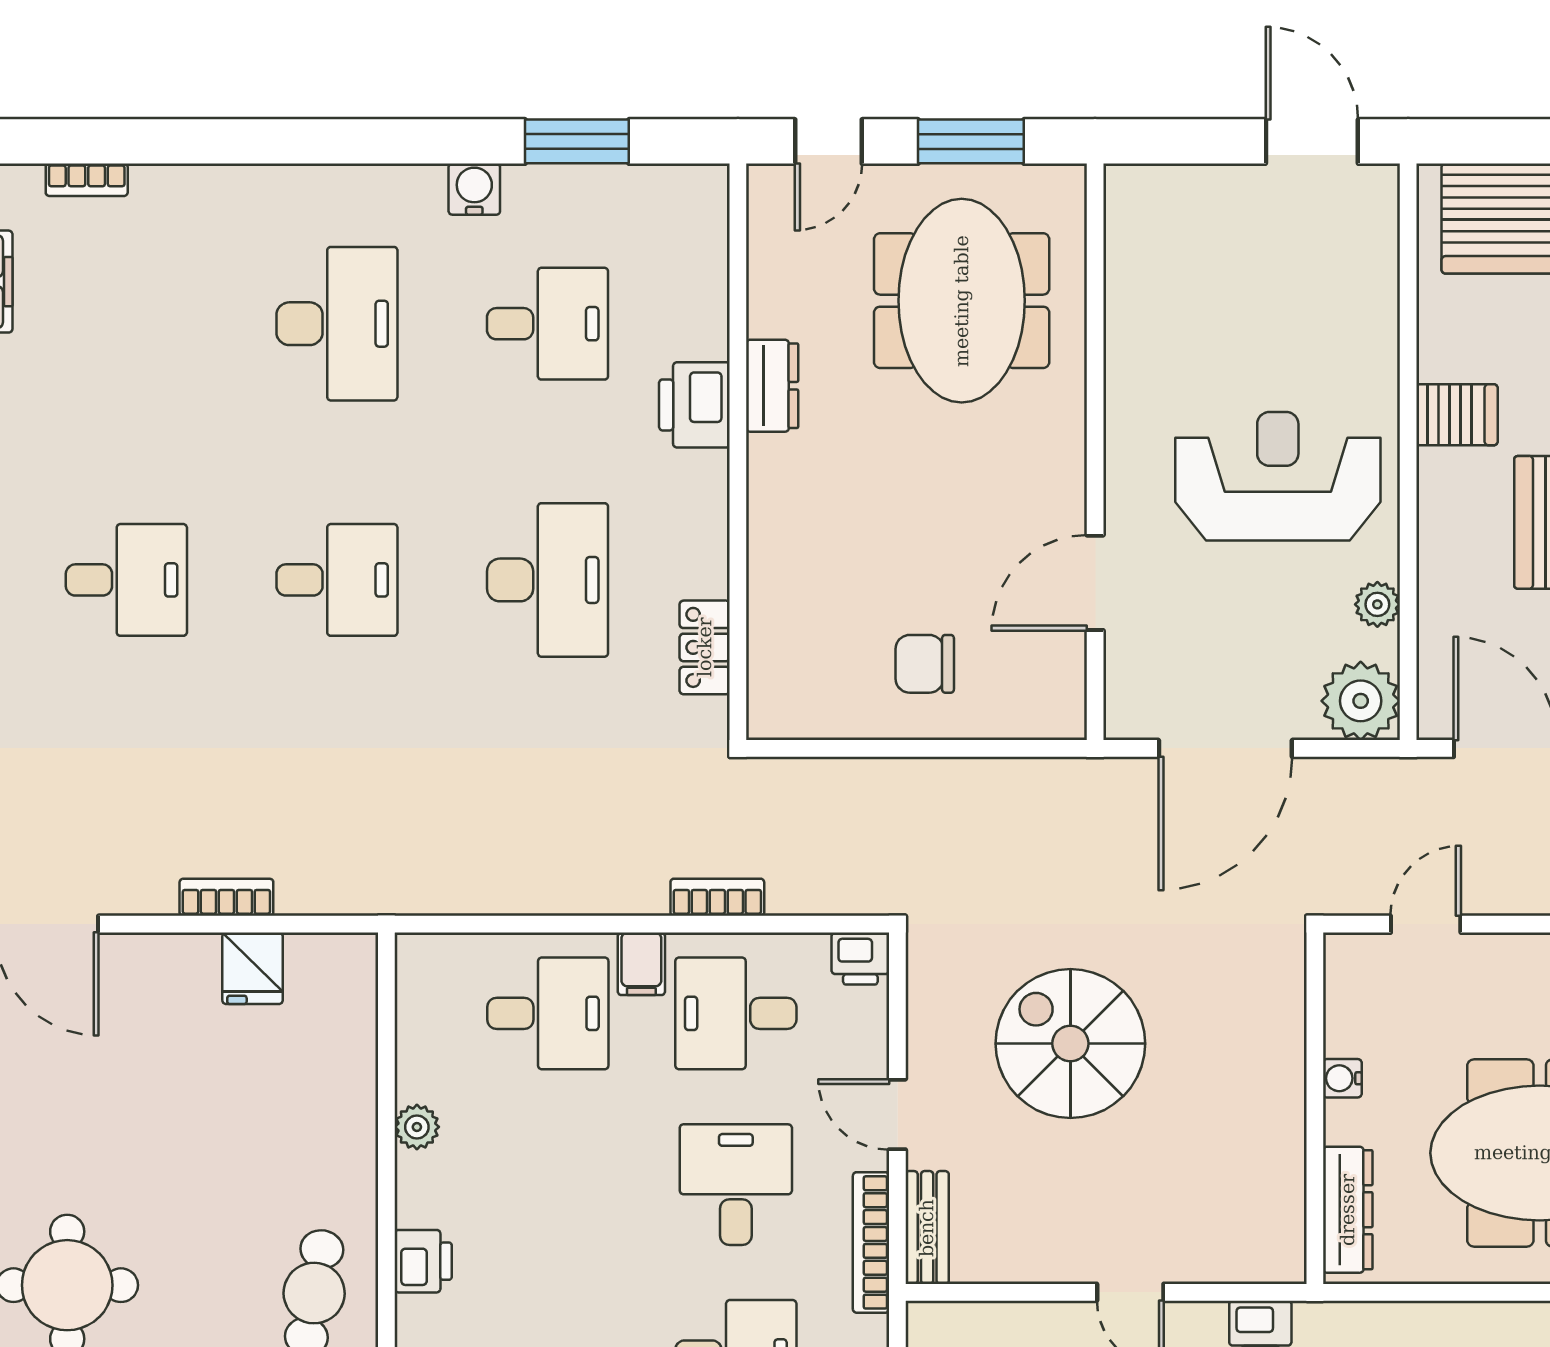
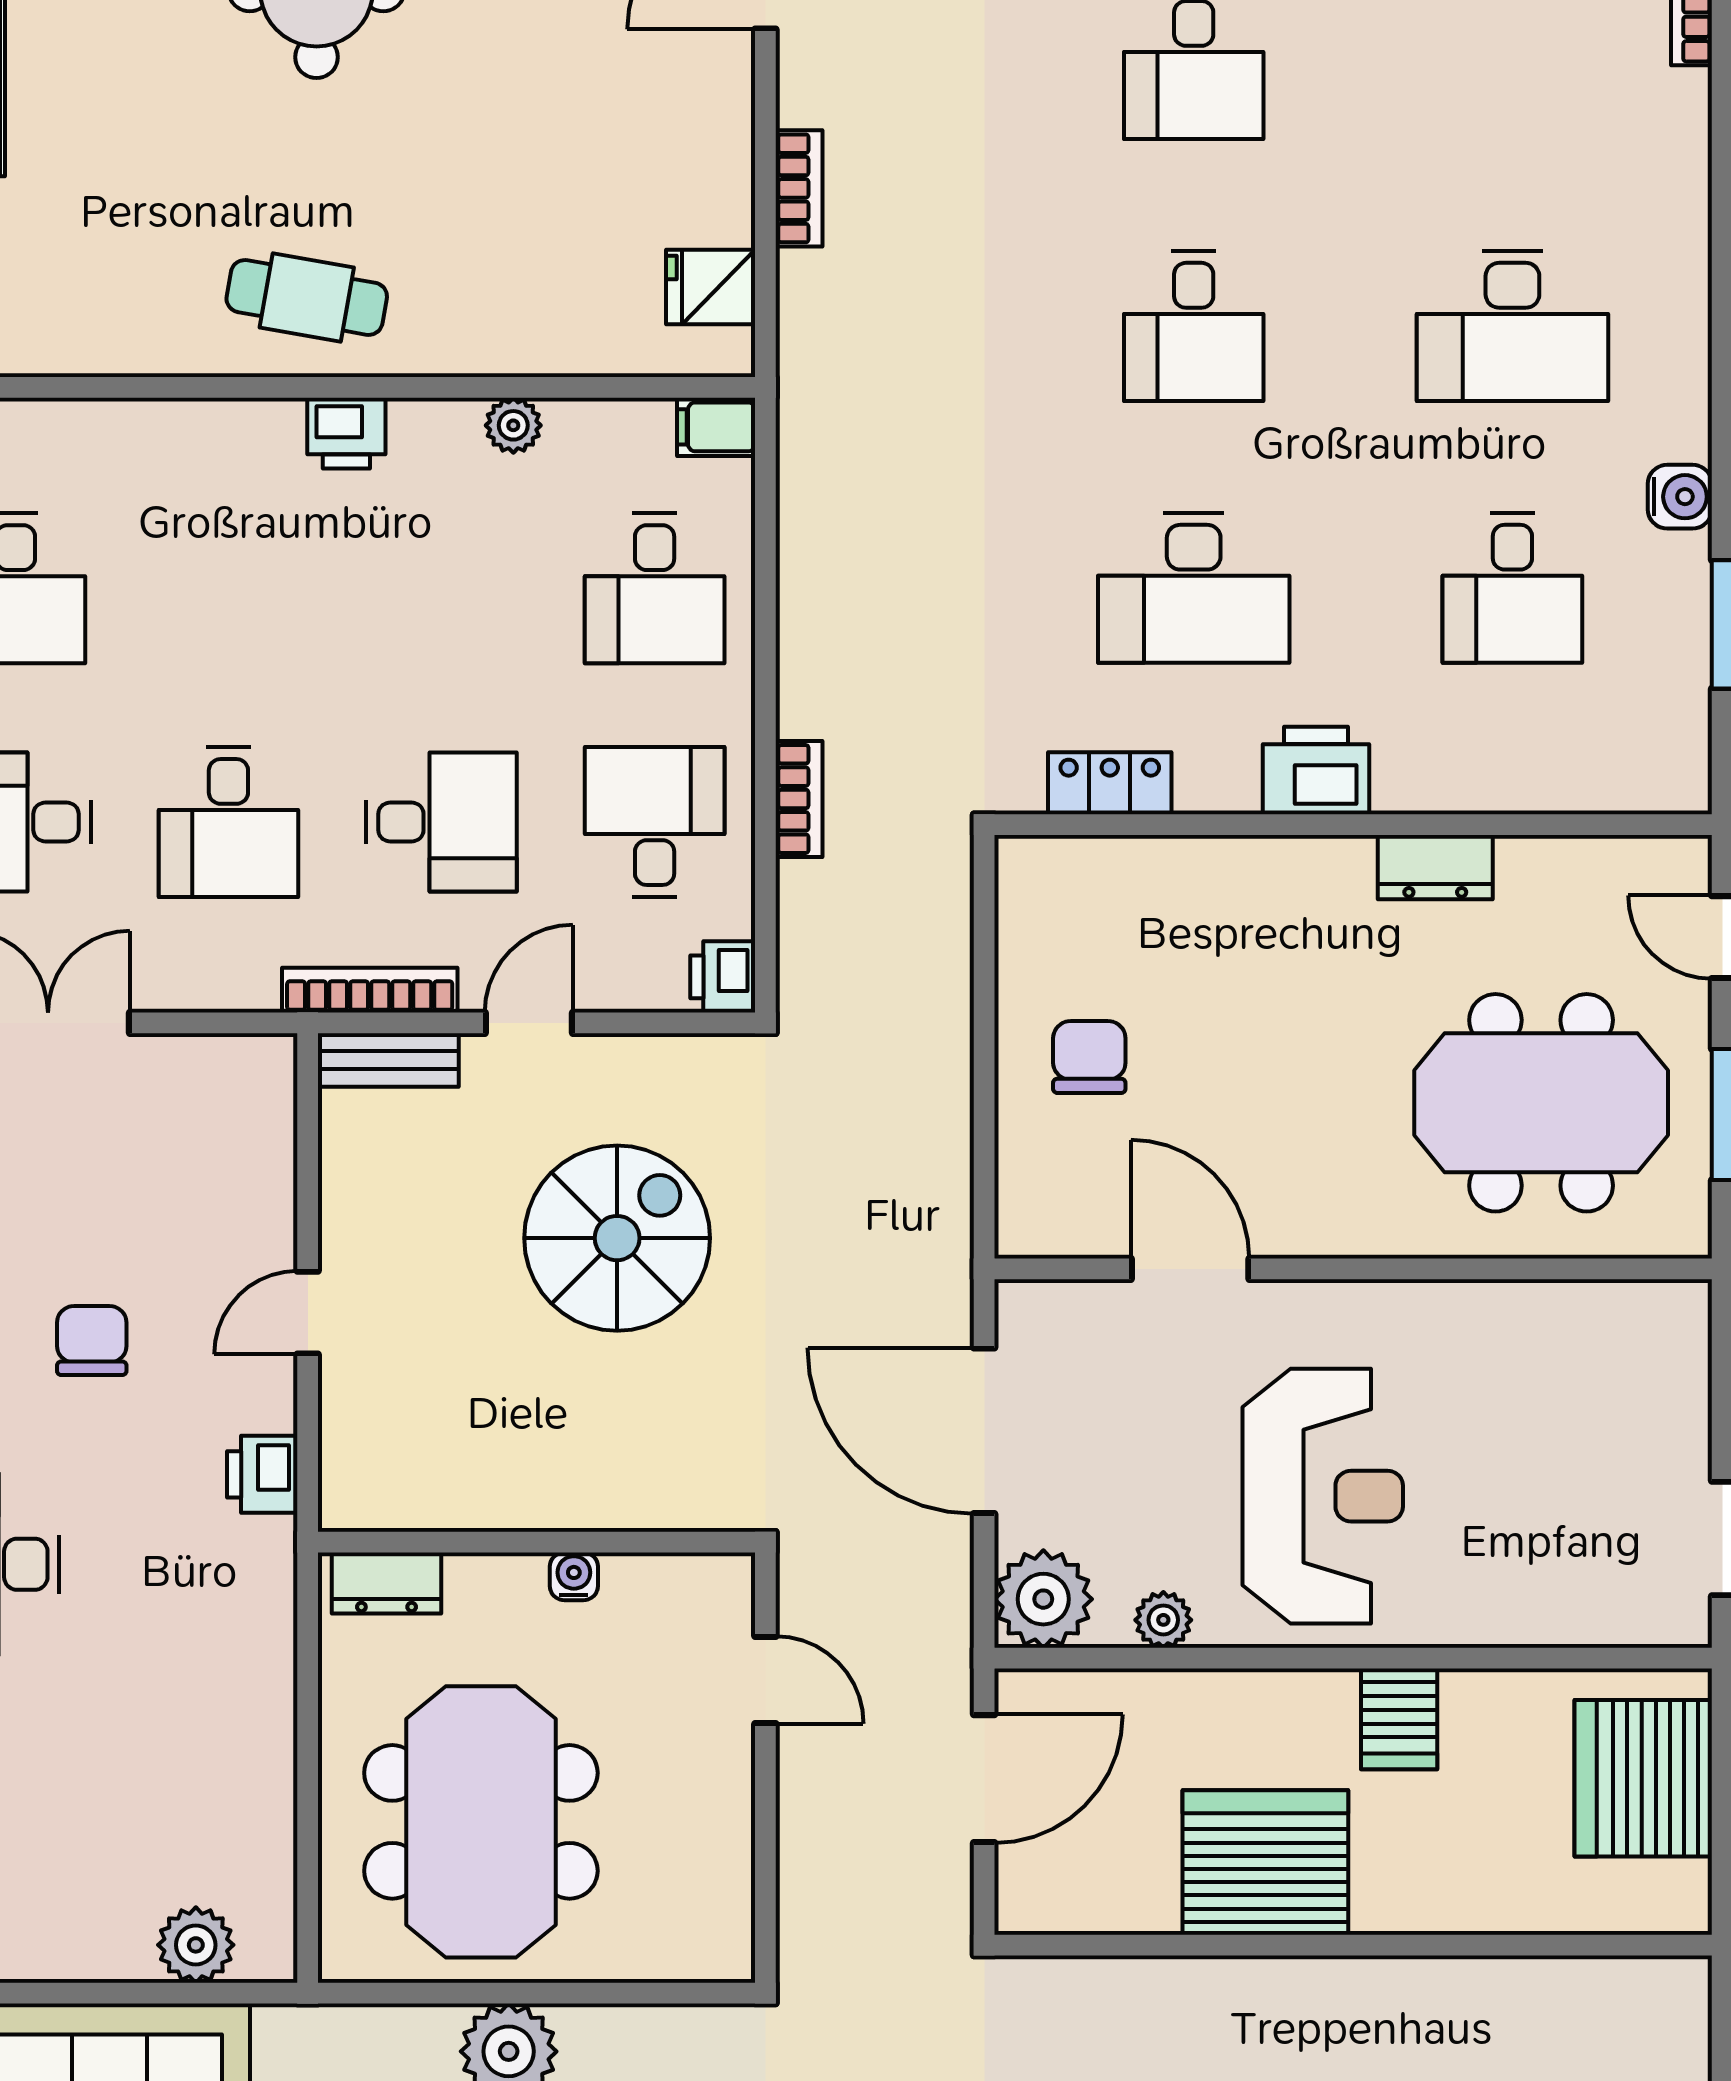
printer: (694, 405) -> (1316, 770), moved
filing cabinet: (641, 964) -> (716, 427), moved
fridge: (253, 968) -> (711, 287), moved
dresser: (1348, 1210) -> (387, 1583), width x0.70

